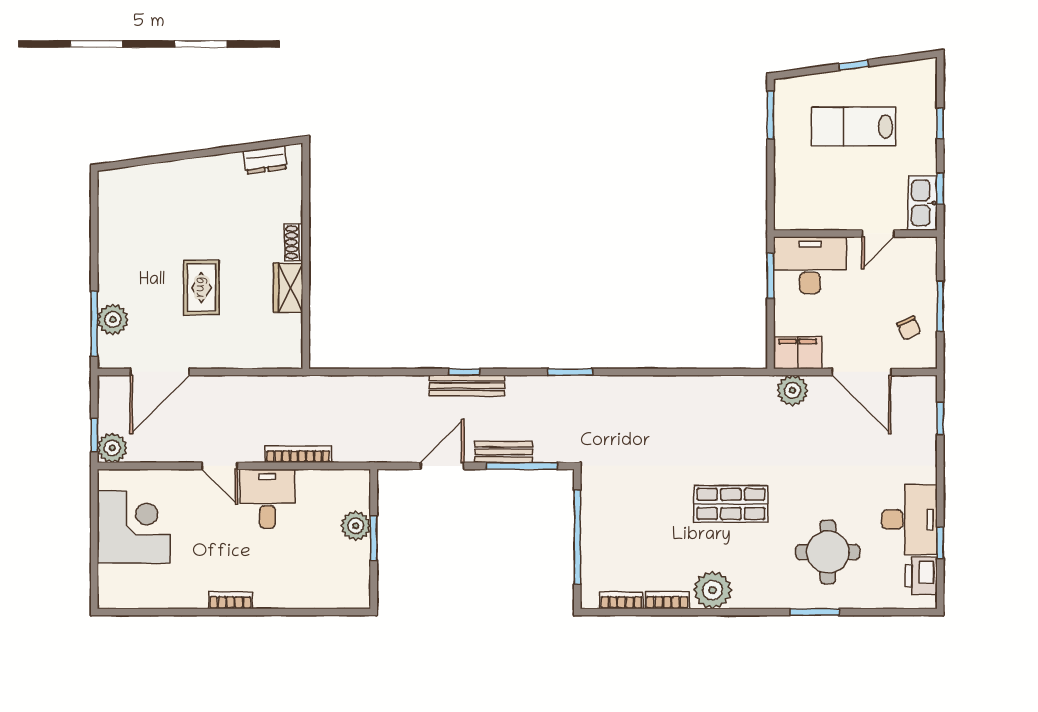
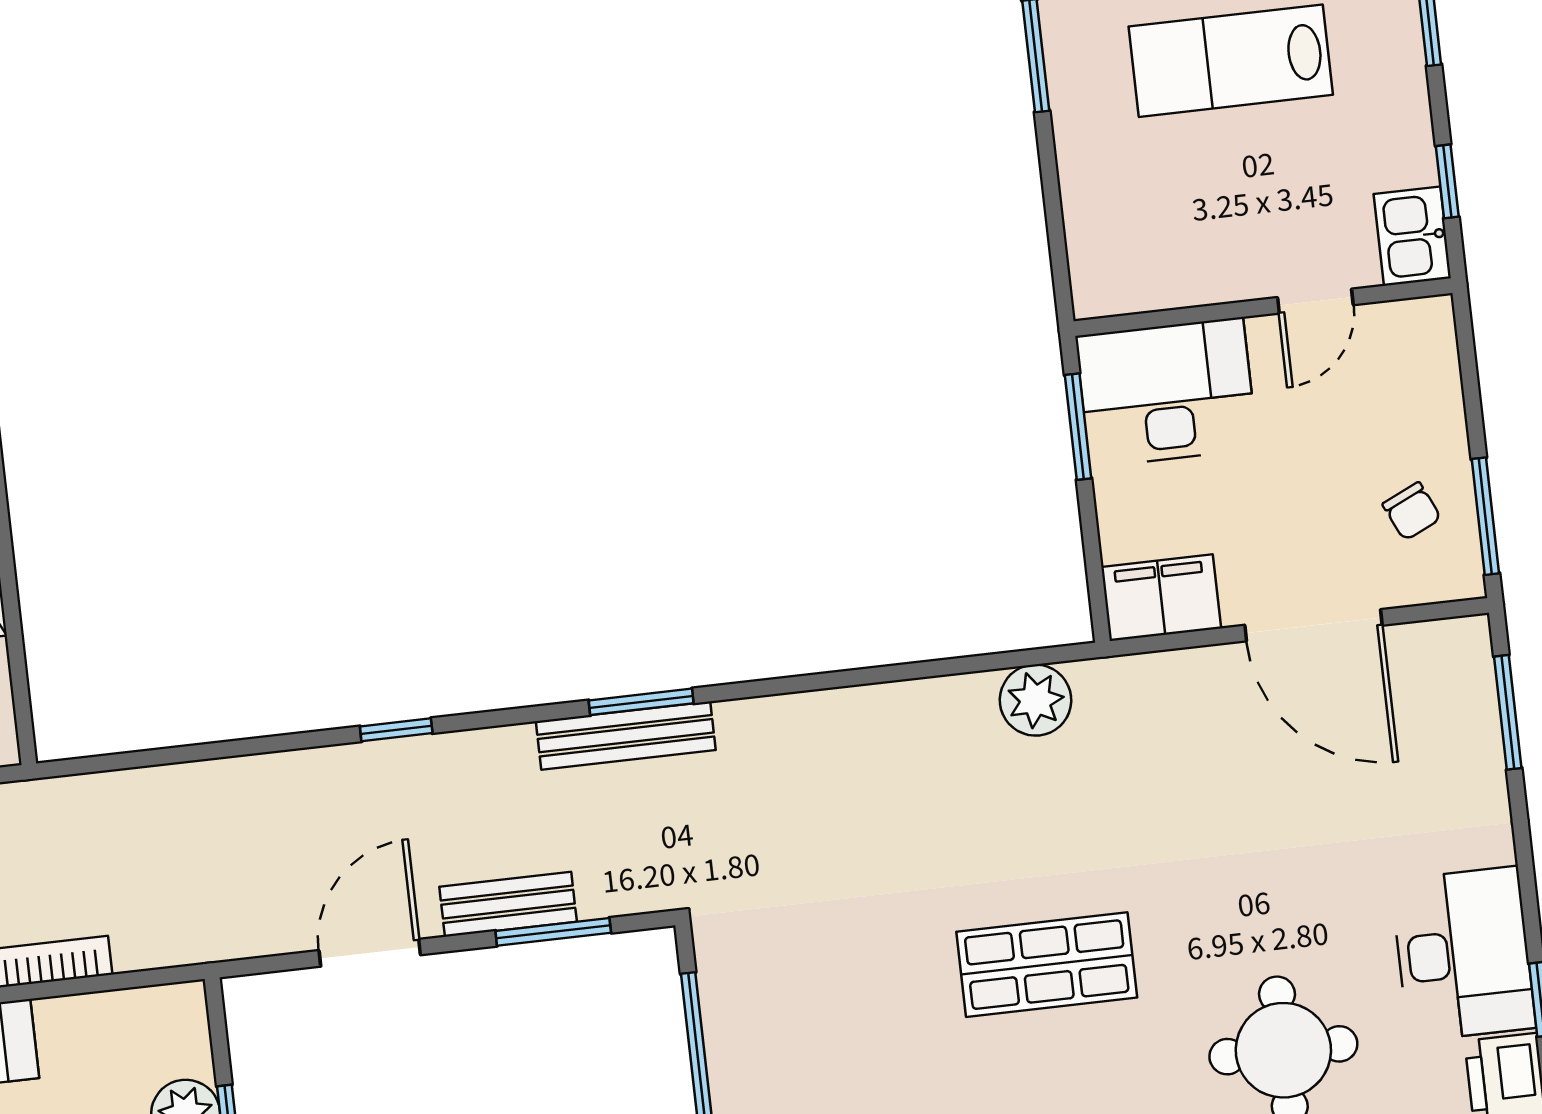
kitchen sink: (923, 203) -> (1412, 236), width x0.73
window: (940, 306) -> (1485, 516), moved
bench: (467, 386) -> (626, 736), moved
plant: (792, 390) -> (1036, 700), moved
window: (940, 419) -> (1508, 712), width x1.50
window: (522, 466) -> (553, 932), width x0.69

